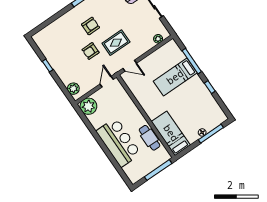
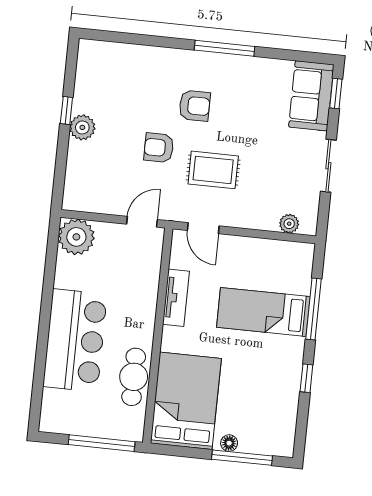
plant: (73, 89) -> (82, 127), moved
tv unit: (141, 98) -> (176, 298), added
bed: (171, 133) -> (186, 401), width x1.50

